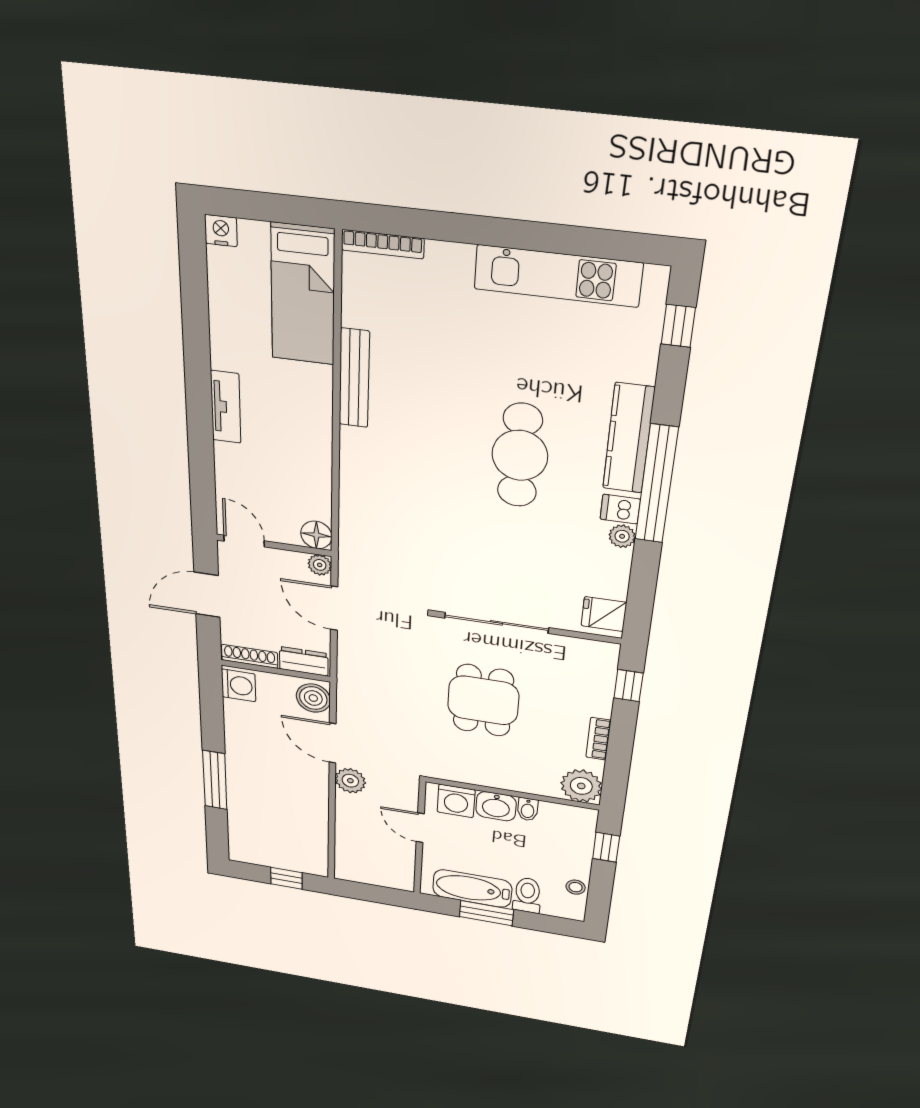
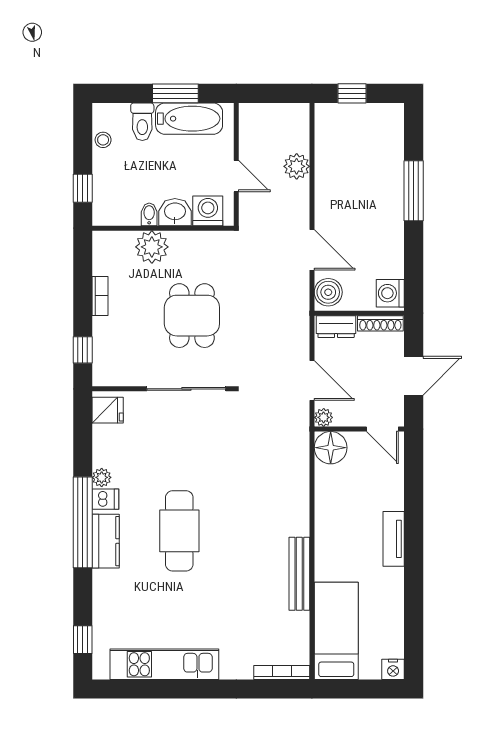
kitchen counter: (629, 438) -> (106, 541), width x0.67
floor lamp: (316, 535) -> (331, 448), width x1.38, depth x1.38
plant: (350, 781) -> (297, 166), moved
plant: (581, 786) -> (152, 247), moved

